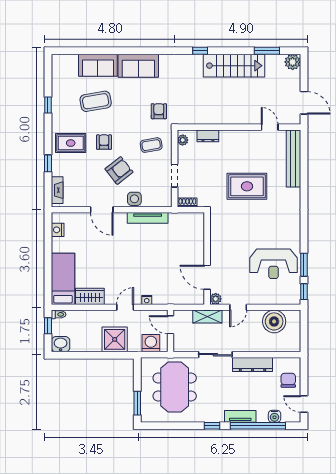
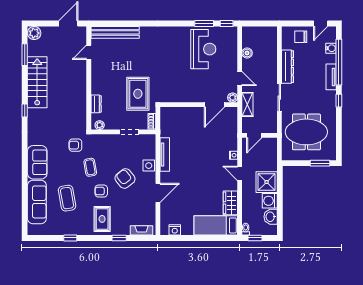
sofa: (98, 65) -> (37, 202), width x1.36
coffee table: (151, 145) -> (90, 167), moved
rug: (247, 186) -> (138, 94), moved
boiler: (274, 321) -> (247, 53), width x0.54, depth x0.54
washing machine: (151, 343) -> (270, 201), moved
washbasin: (61, 344) -> (271, 217), moved

